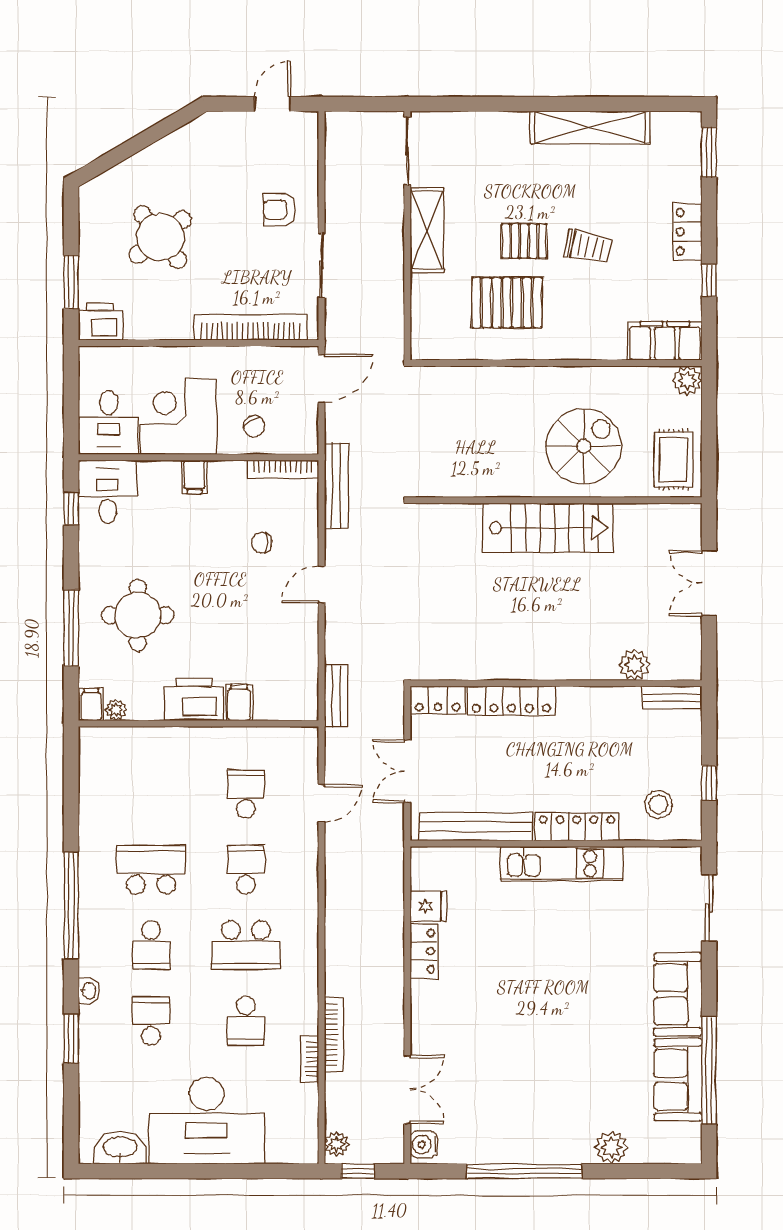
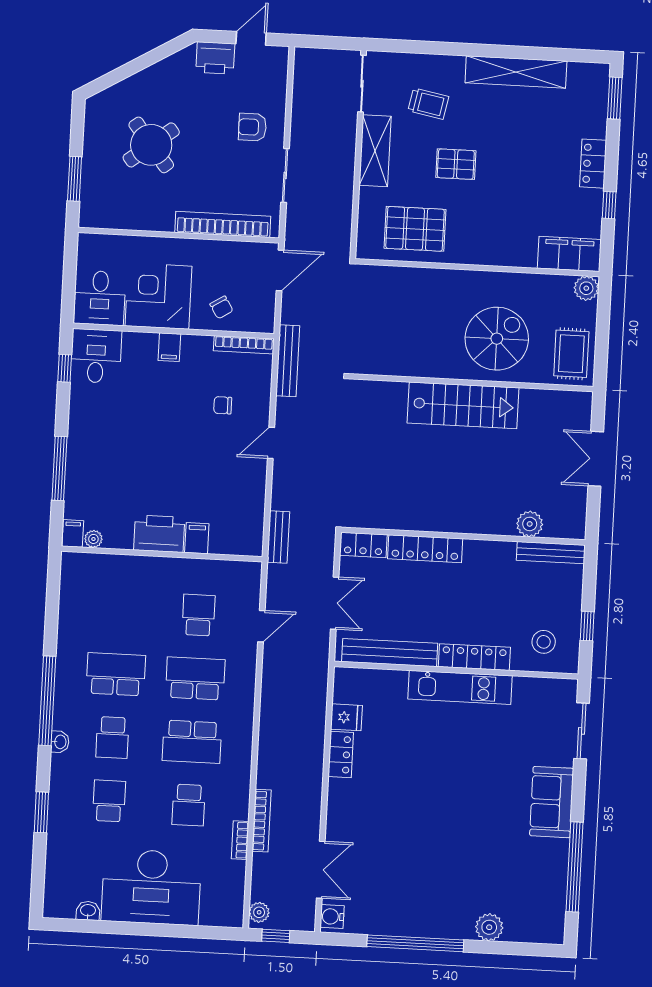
trolley: (588, 247) -> (428, 104), moved
pallet: (507, 303) -> (415, 229), moved
printer: (101, 322) -> (215, 58), moved, turned 180
round table: (138, 615) -> (116, 461), removed
bench: (672, 698) -> (551, 553), width x1.36
double door: (407, 771) -> (335, 603), swing flipped
school desk: (246, 870) -> (195, 678), width x1.85
washbasin: (89, 991) -> (60, 742), moved
sofa: (678, 1080) -> (548, 874), removed
washbasin: (120, 1148) -> (88, 911), width x0.52, depth x0.69

